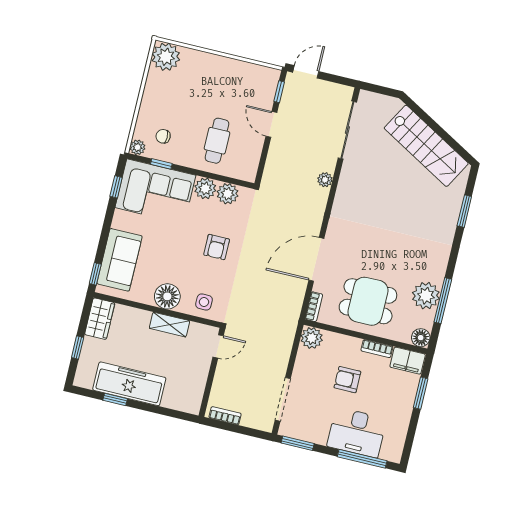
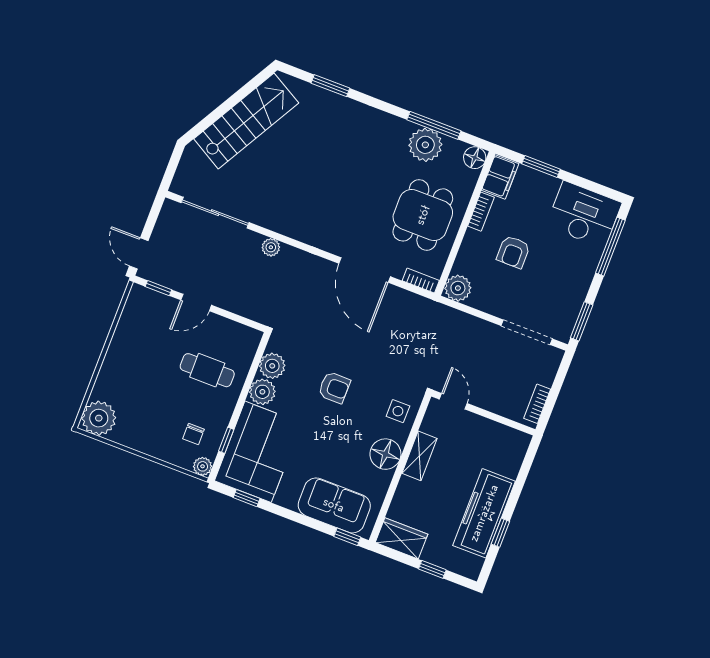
desk: (357, 432) -> (584, 214), moved, turned -90

